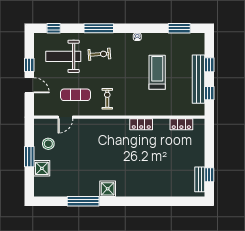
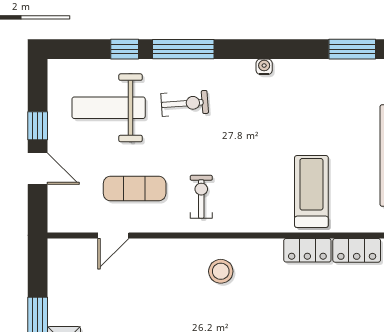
window: (54, 28) -> (125, 49), moved
treadmill: (157, 72) -> (311, 191), moved
locker: (141, 124) -> (307, 250), moved
stool: (48, 144) -> (221, 271), moved

